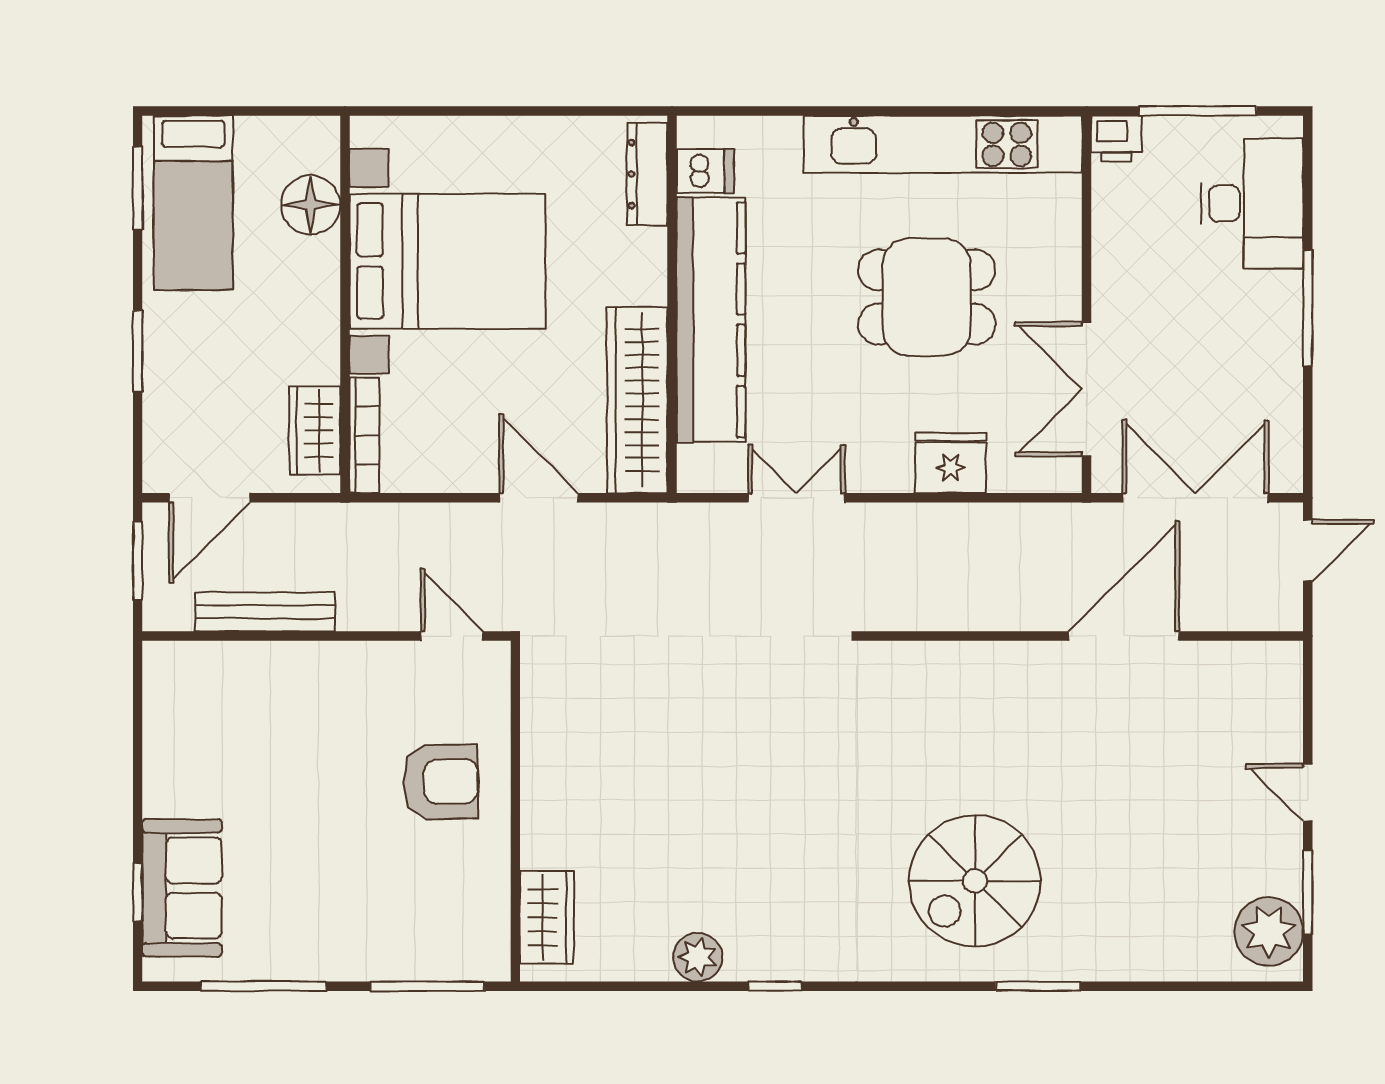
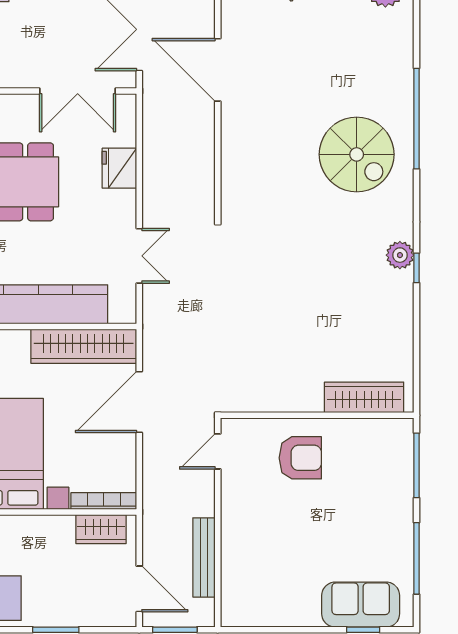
door: (539, 498) -> (139, 402), width x1.36
double door: (796, 498) -> (139, 256), swing flipped
armchair: (441, 782) -> (300, 458), turned 91
wardrobe: (547, 917) -> (364, 397), width x1.50
plant: (698, 957) -> (400, 255), moved
window: (1038, 986) -> (416, 119), width x2.11

